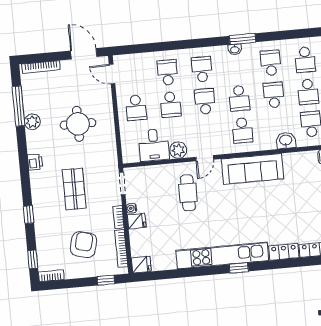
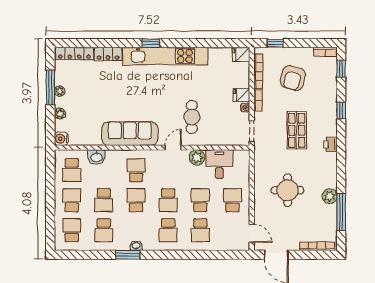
printer: (35, 162) -> (331, 145), moved

